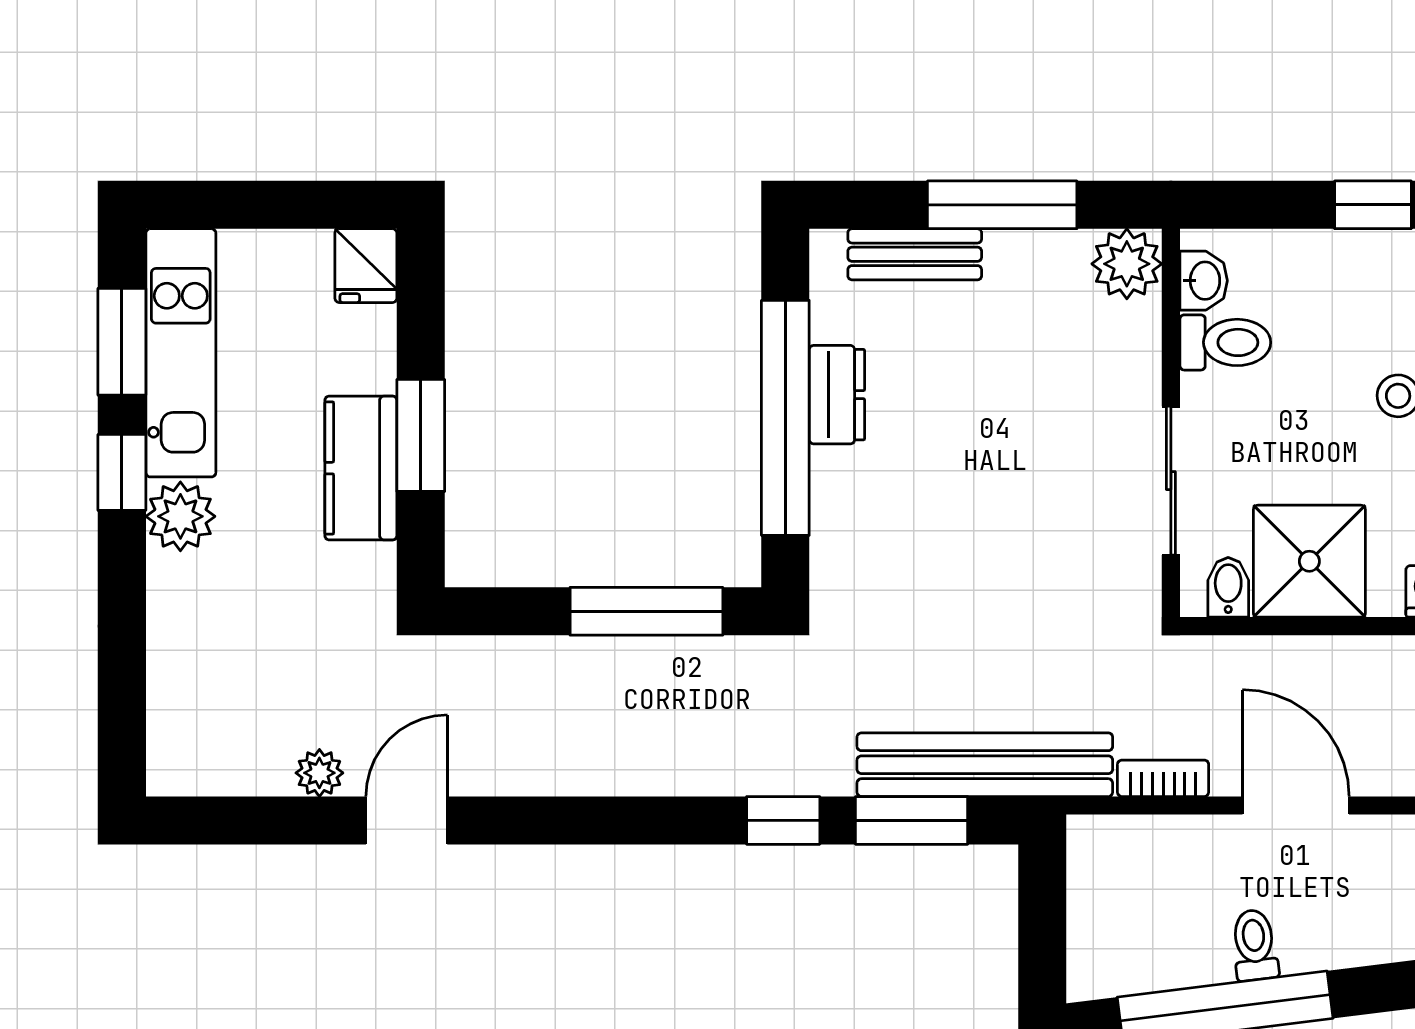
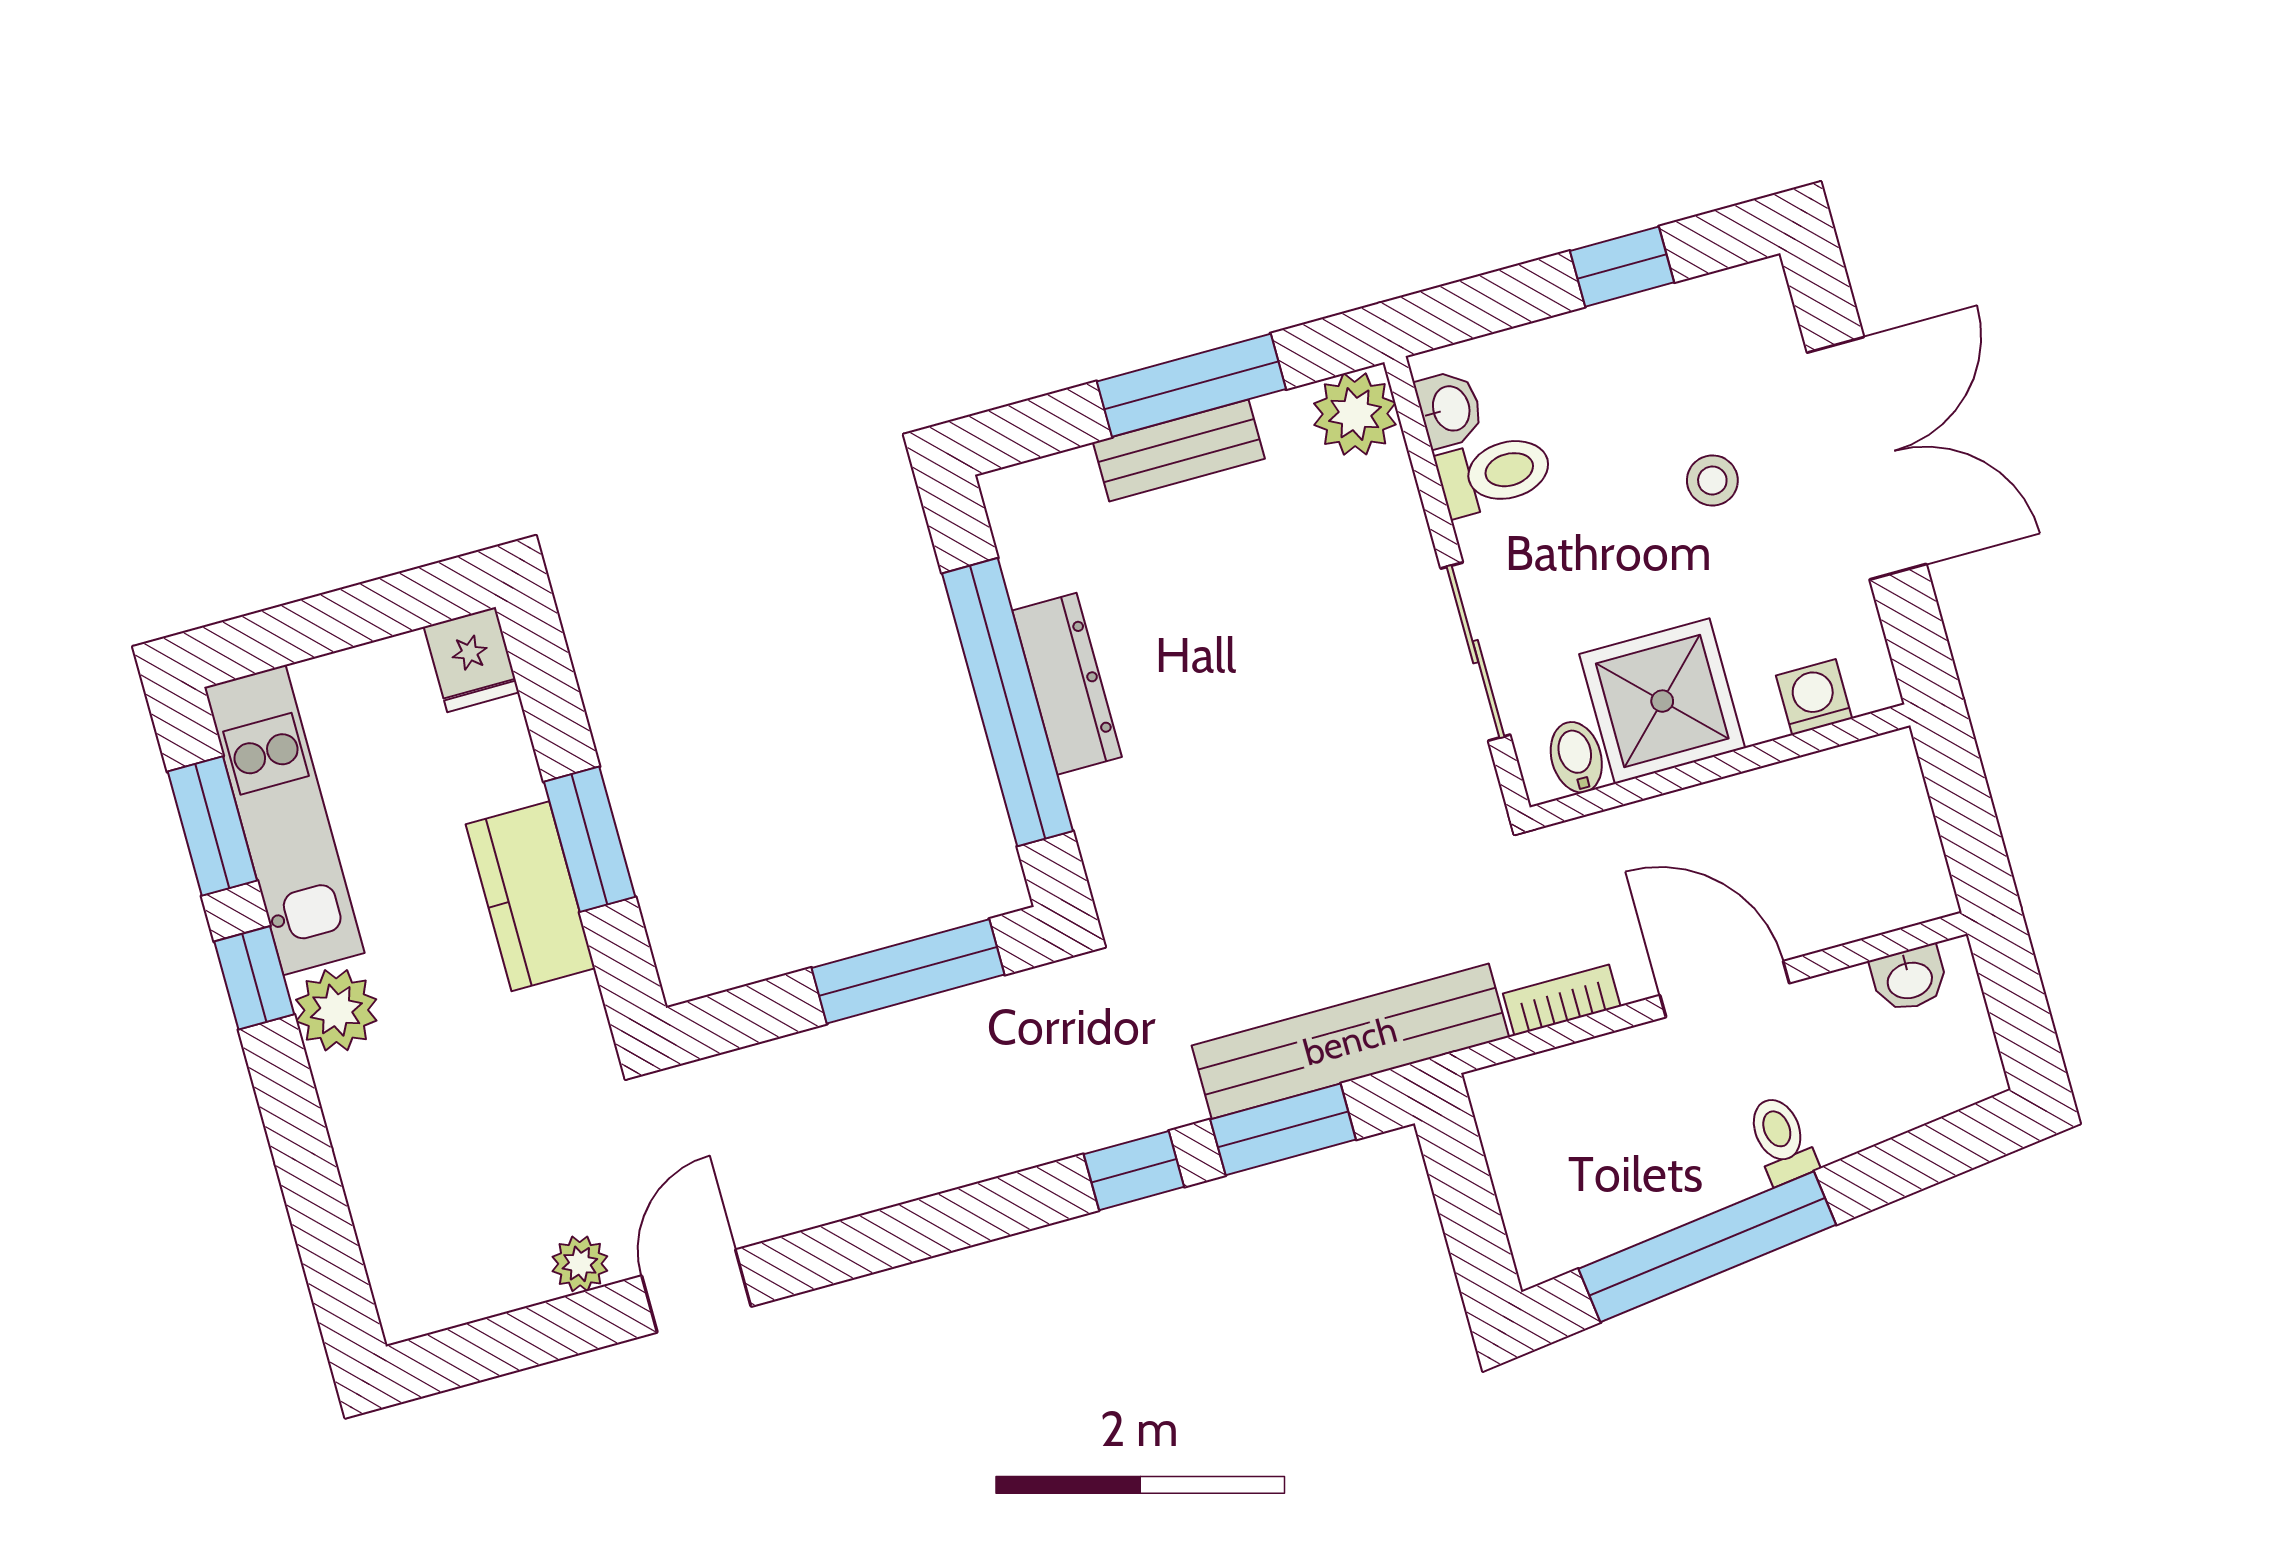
bench: (915, 254) -> (1179, 451), moved
dresser: (837, 395) -> (1067, 684), width x1.44
toilet: (1255, 945) -> (1781, 1140), moved

